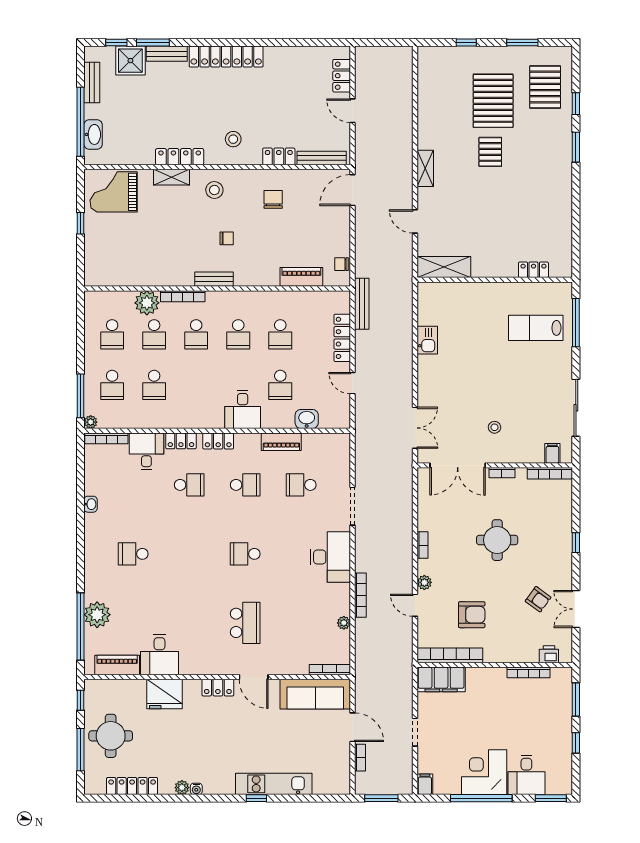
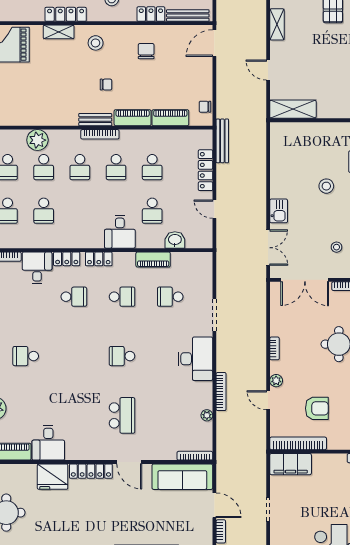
piano: (257, 277) -> (133, 118), added
bookcase: (183, 296) -> (100, 134), moved
kitchen sink: (427, 340) -> (279, 211), moved
stool: (483, 356) -> (326, 186), added
locker: (218, 688) -> (91, 471), width x1.53

